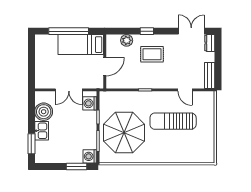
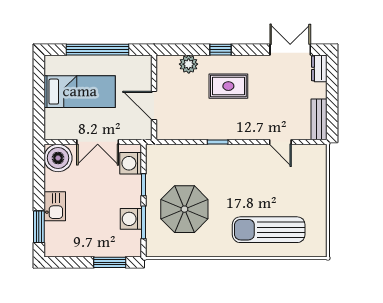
bed: (81, 45) -> (80, 92), moved, turned 180
door: (105, 67) -> (154, 106), swing flipped
boiler: (44, 112) -> (58, 158), moved
sun lounger: (173, 121) -> (269, 230), moved
parasol: (124, 133) -> (184, 209), width x0.73, depth x0.73
washing machine: (90, 156) -> (131, 219), moved

